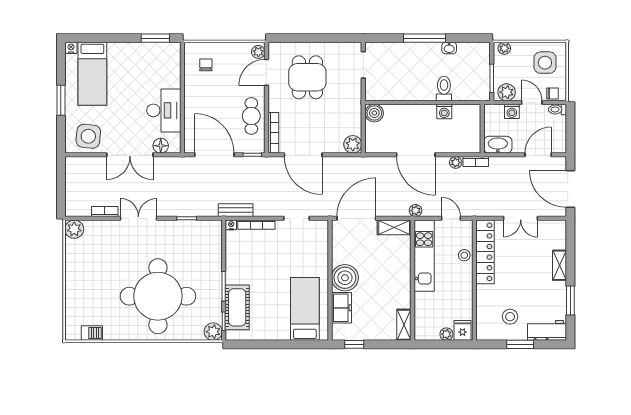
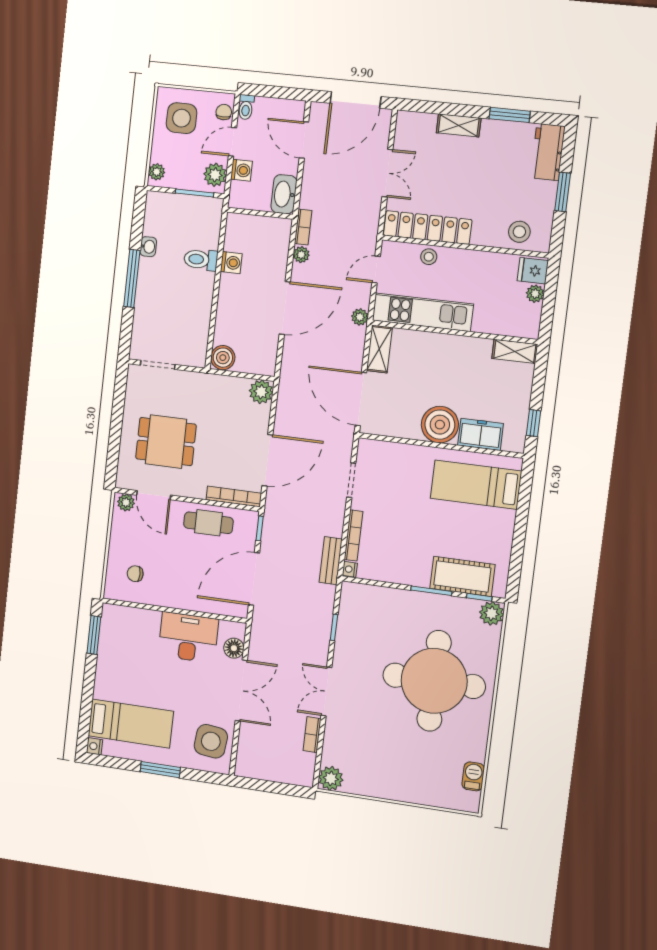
stool: (510, 317) -> (519, 232), moved

